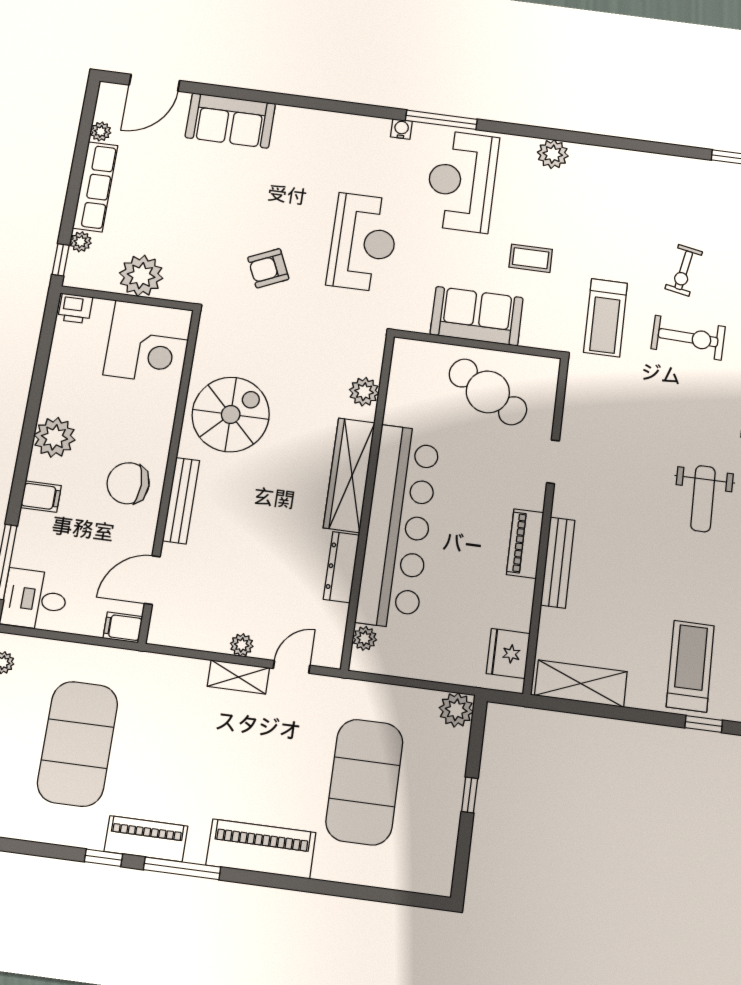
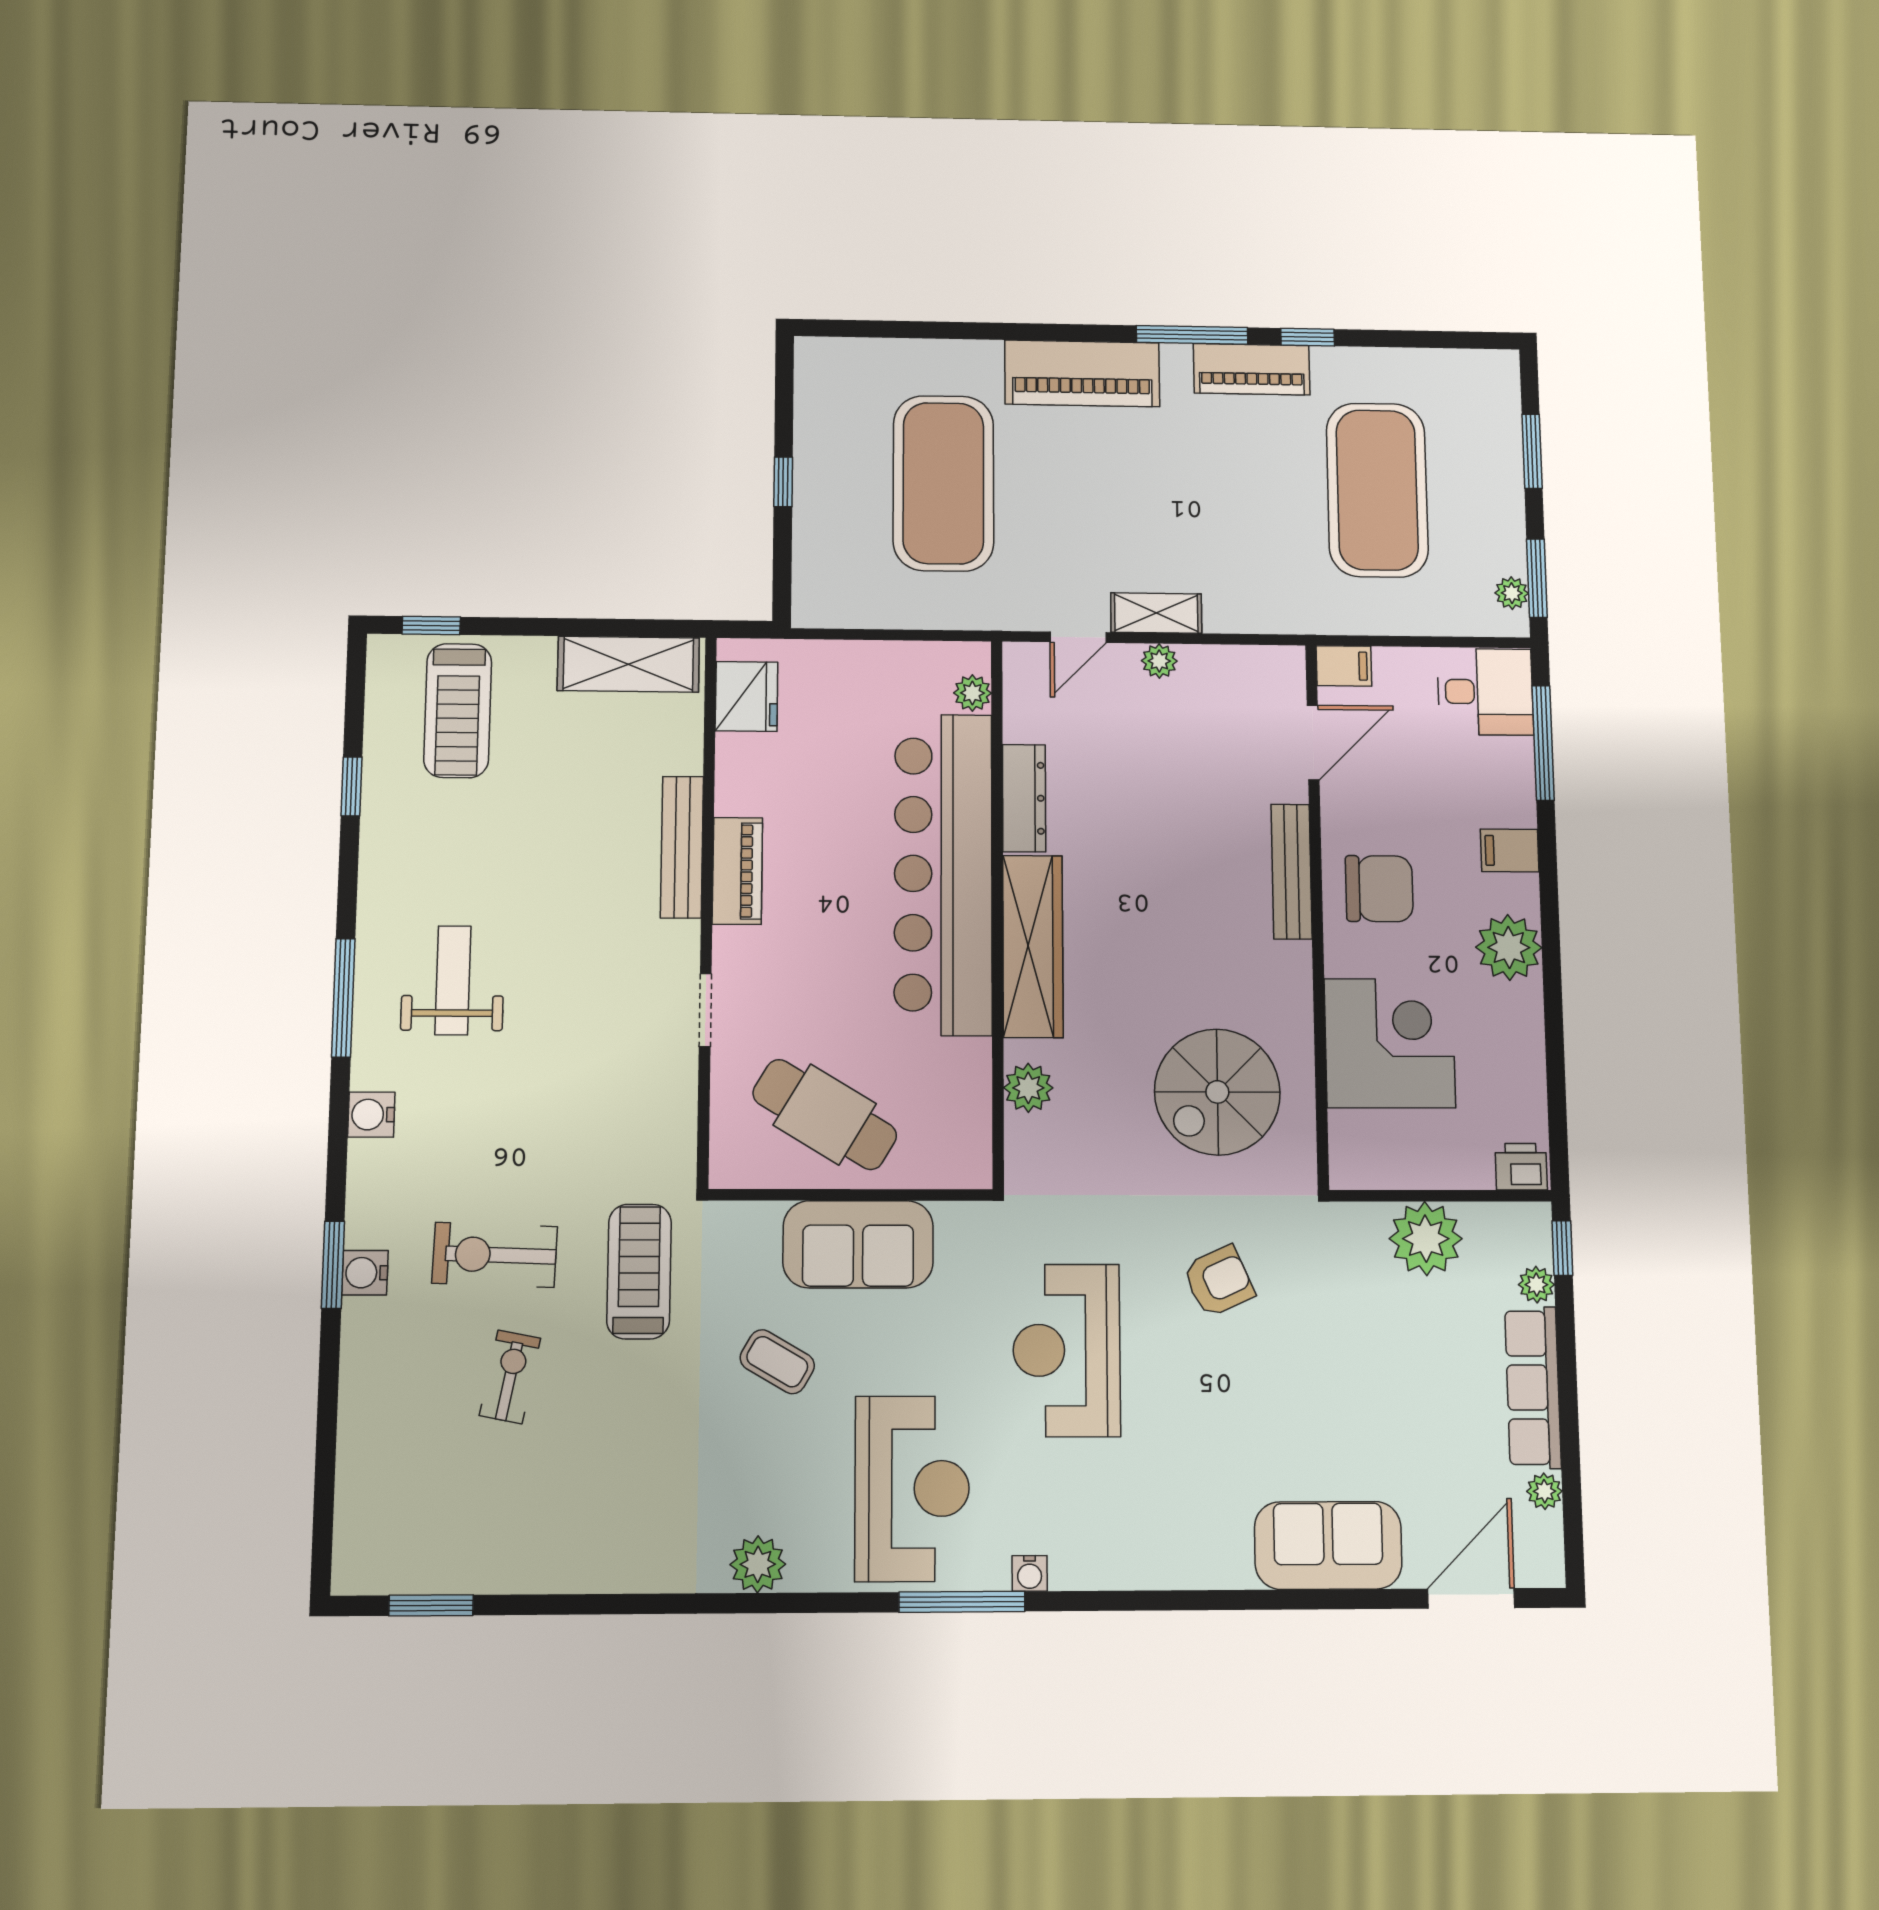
coffee table: (531, 258) -> (777, 1362), turned 30
corner desk: (148, 342) -> (1390, 1043), moved, turned 90
spiral stairs: (231, 414) -> (1217, 1092), moved
plant: (456, 710) -> (818, 603), removed

